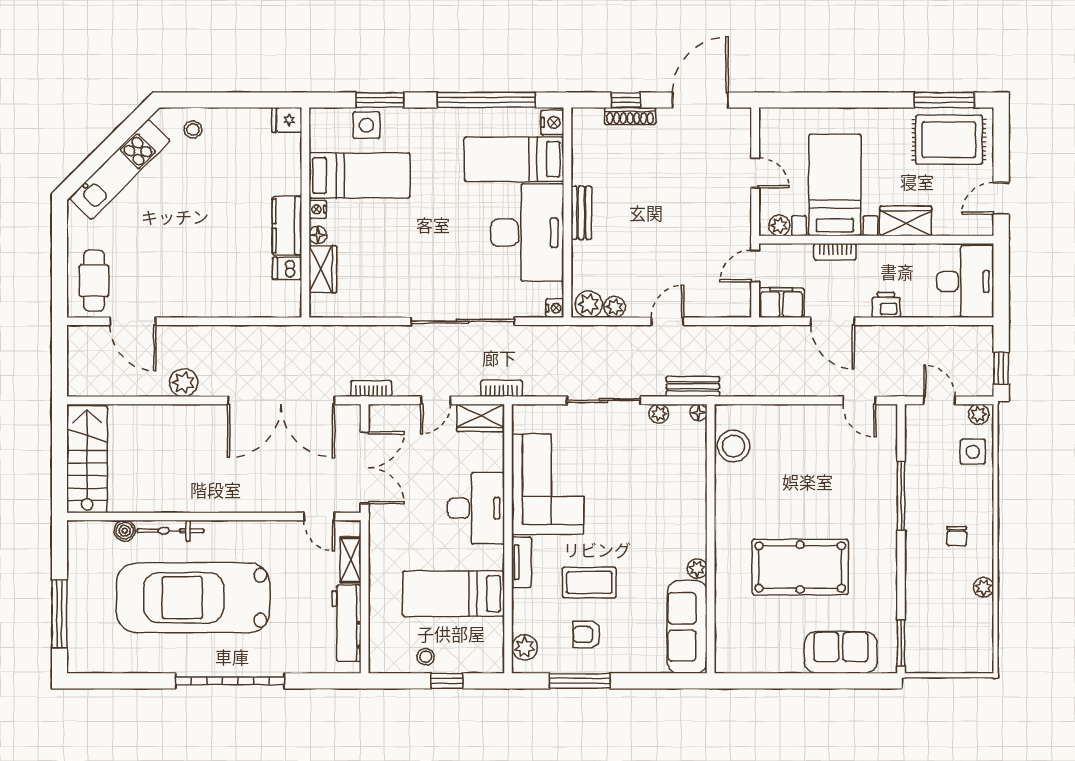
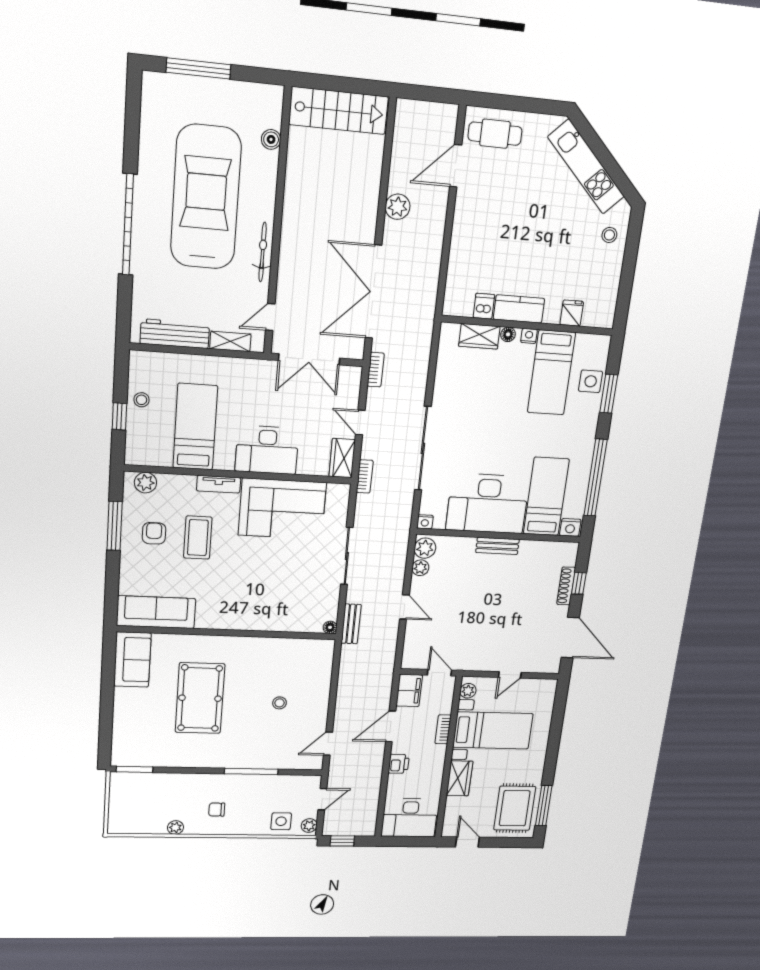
fridge: (287, 120) -> (572, 313), moved
plant: (659, 414) -> (332, 598), removed
stool: (733, 446) -> (279, 703), moved, width x0.53, depth x0.53
bicycle: (170, 531) -> (263, 252), moved
plant: (697, 569) -> (204, 622), removed
sofa: (841, 652) -> (132, 660), moved

